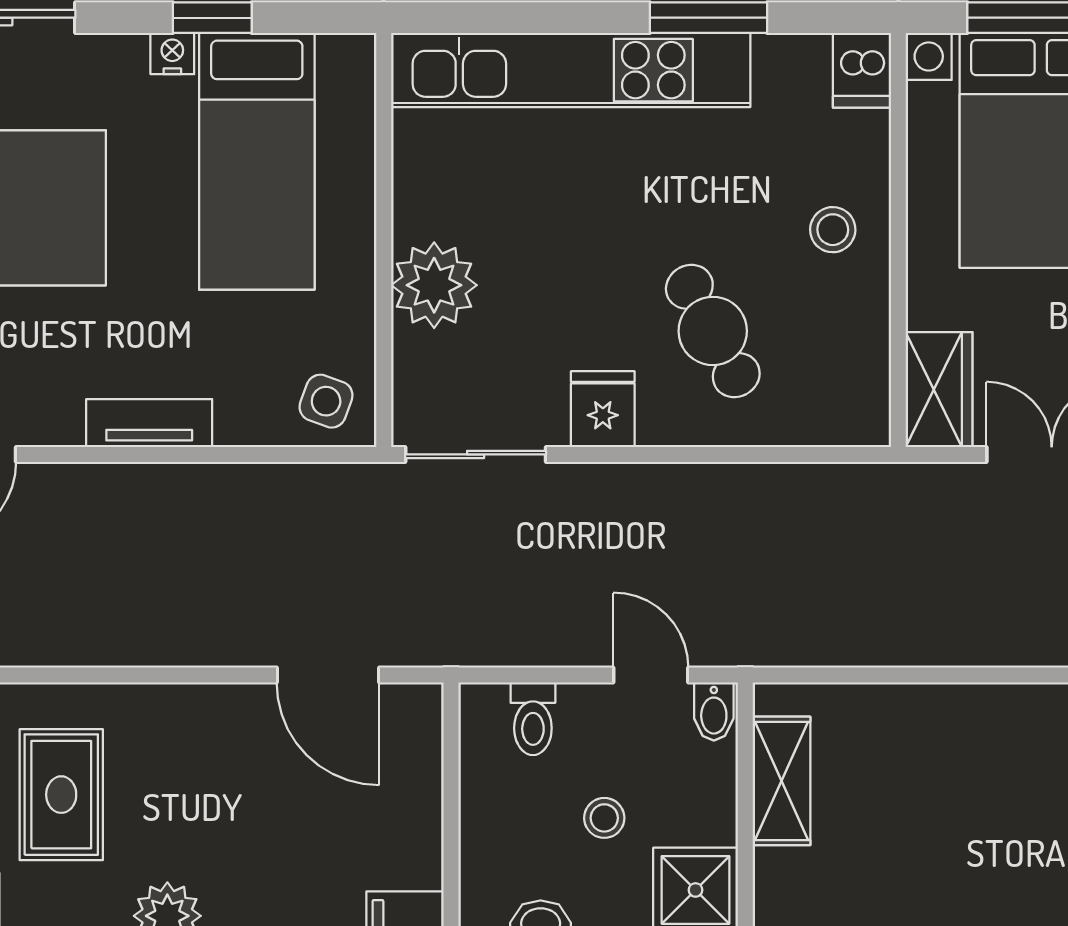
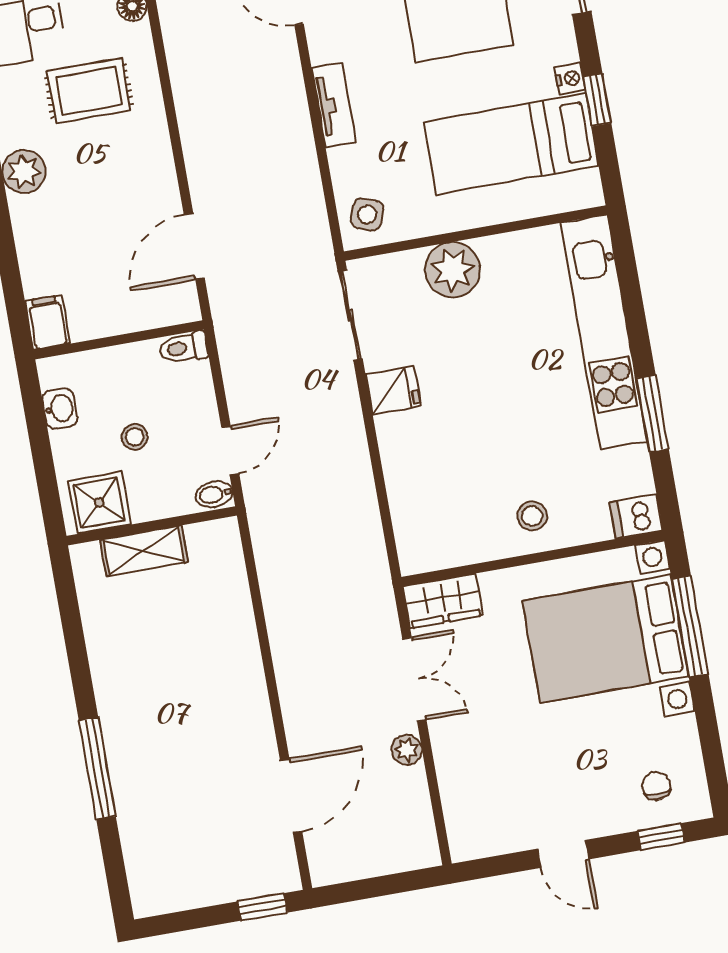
cafe table: (713, 331) -> (455, 451), removed
toilet: (533, 719) -> (184, 348), moved
shelving: (781, 781) -> (144, 551), moved

